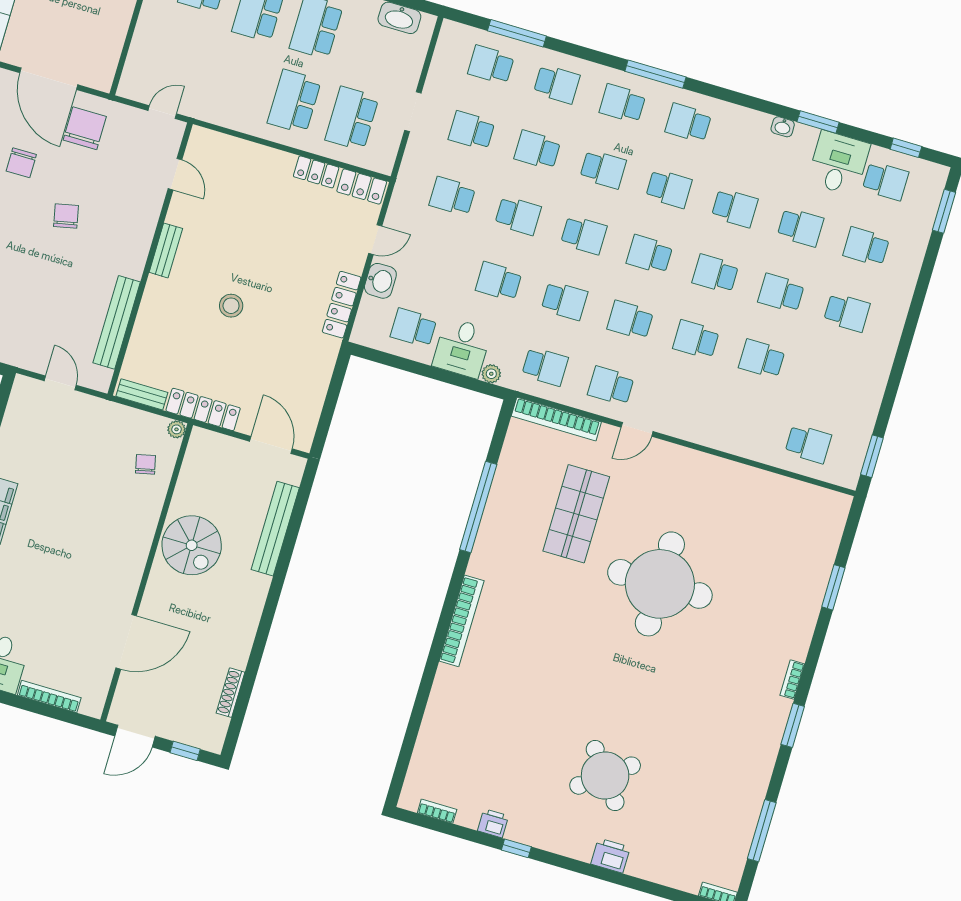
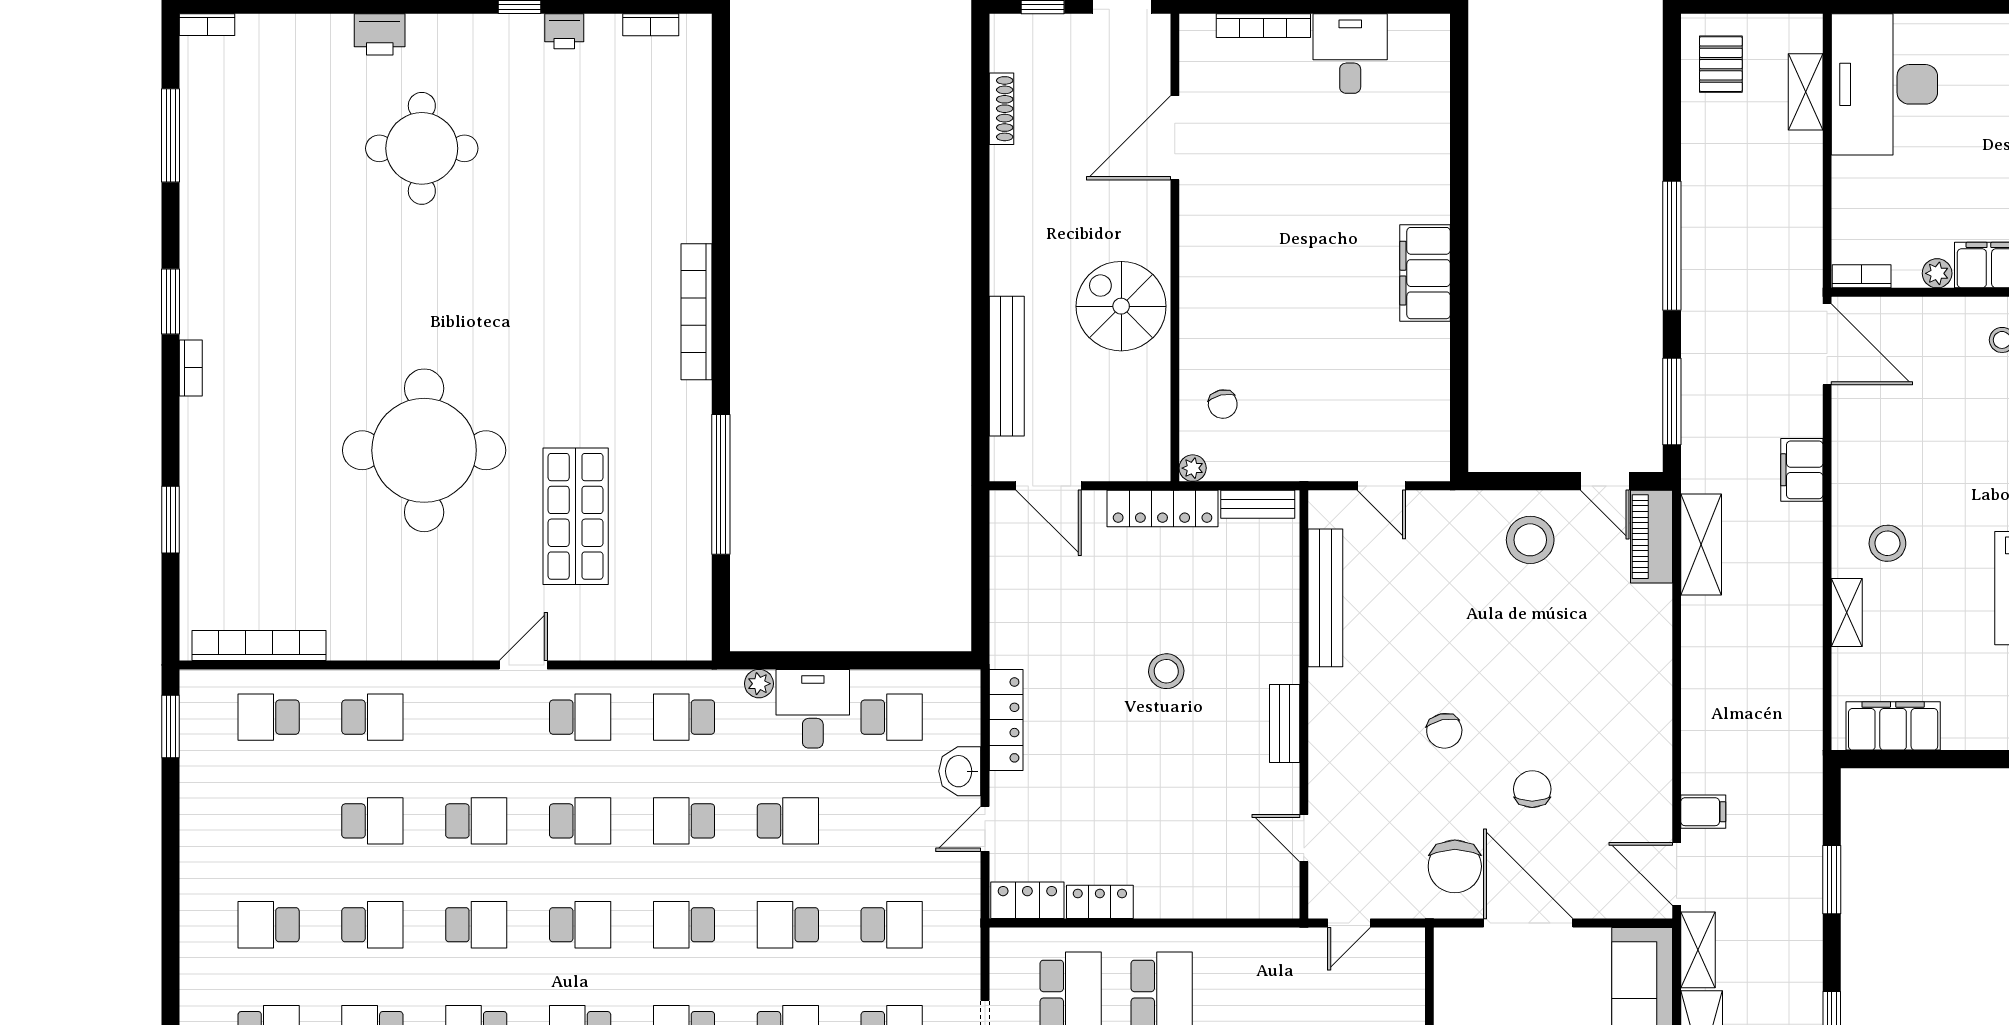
bookcase: (556, 419) -> (259, 645), moved
school desk: (742, 425) -> (372, 717), added
round table: (605, 776) -> (422, 148), turned 37

